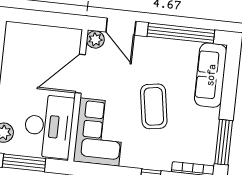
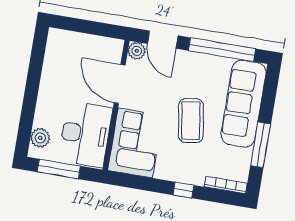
door: (80, 74) -> (120, 84), hinge flipped
sofa: (211, 75) -> (243, 104), width x1.36, depth x1.27
window: (224, 142) -> (261, 145), moved

